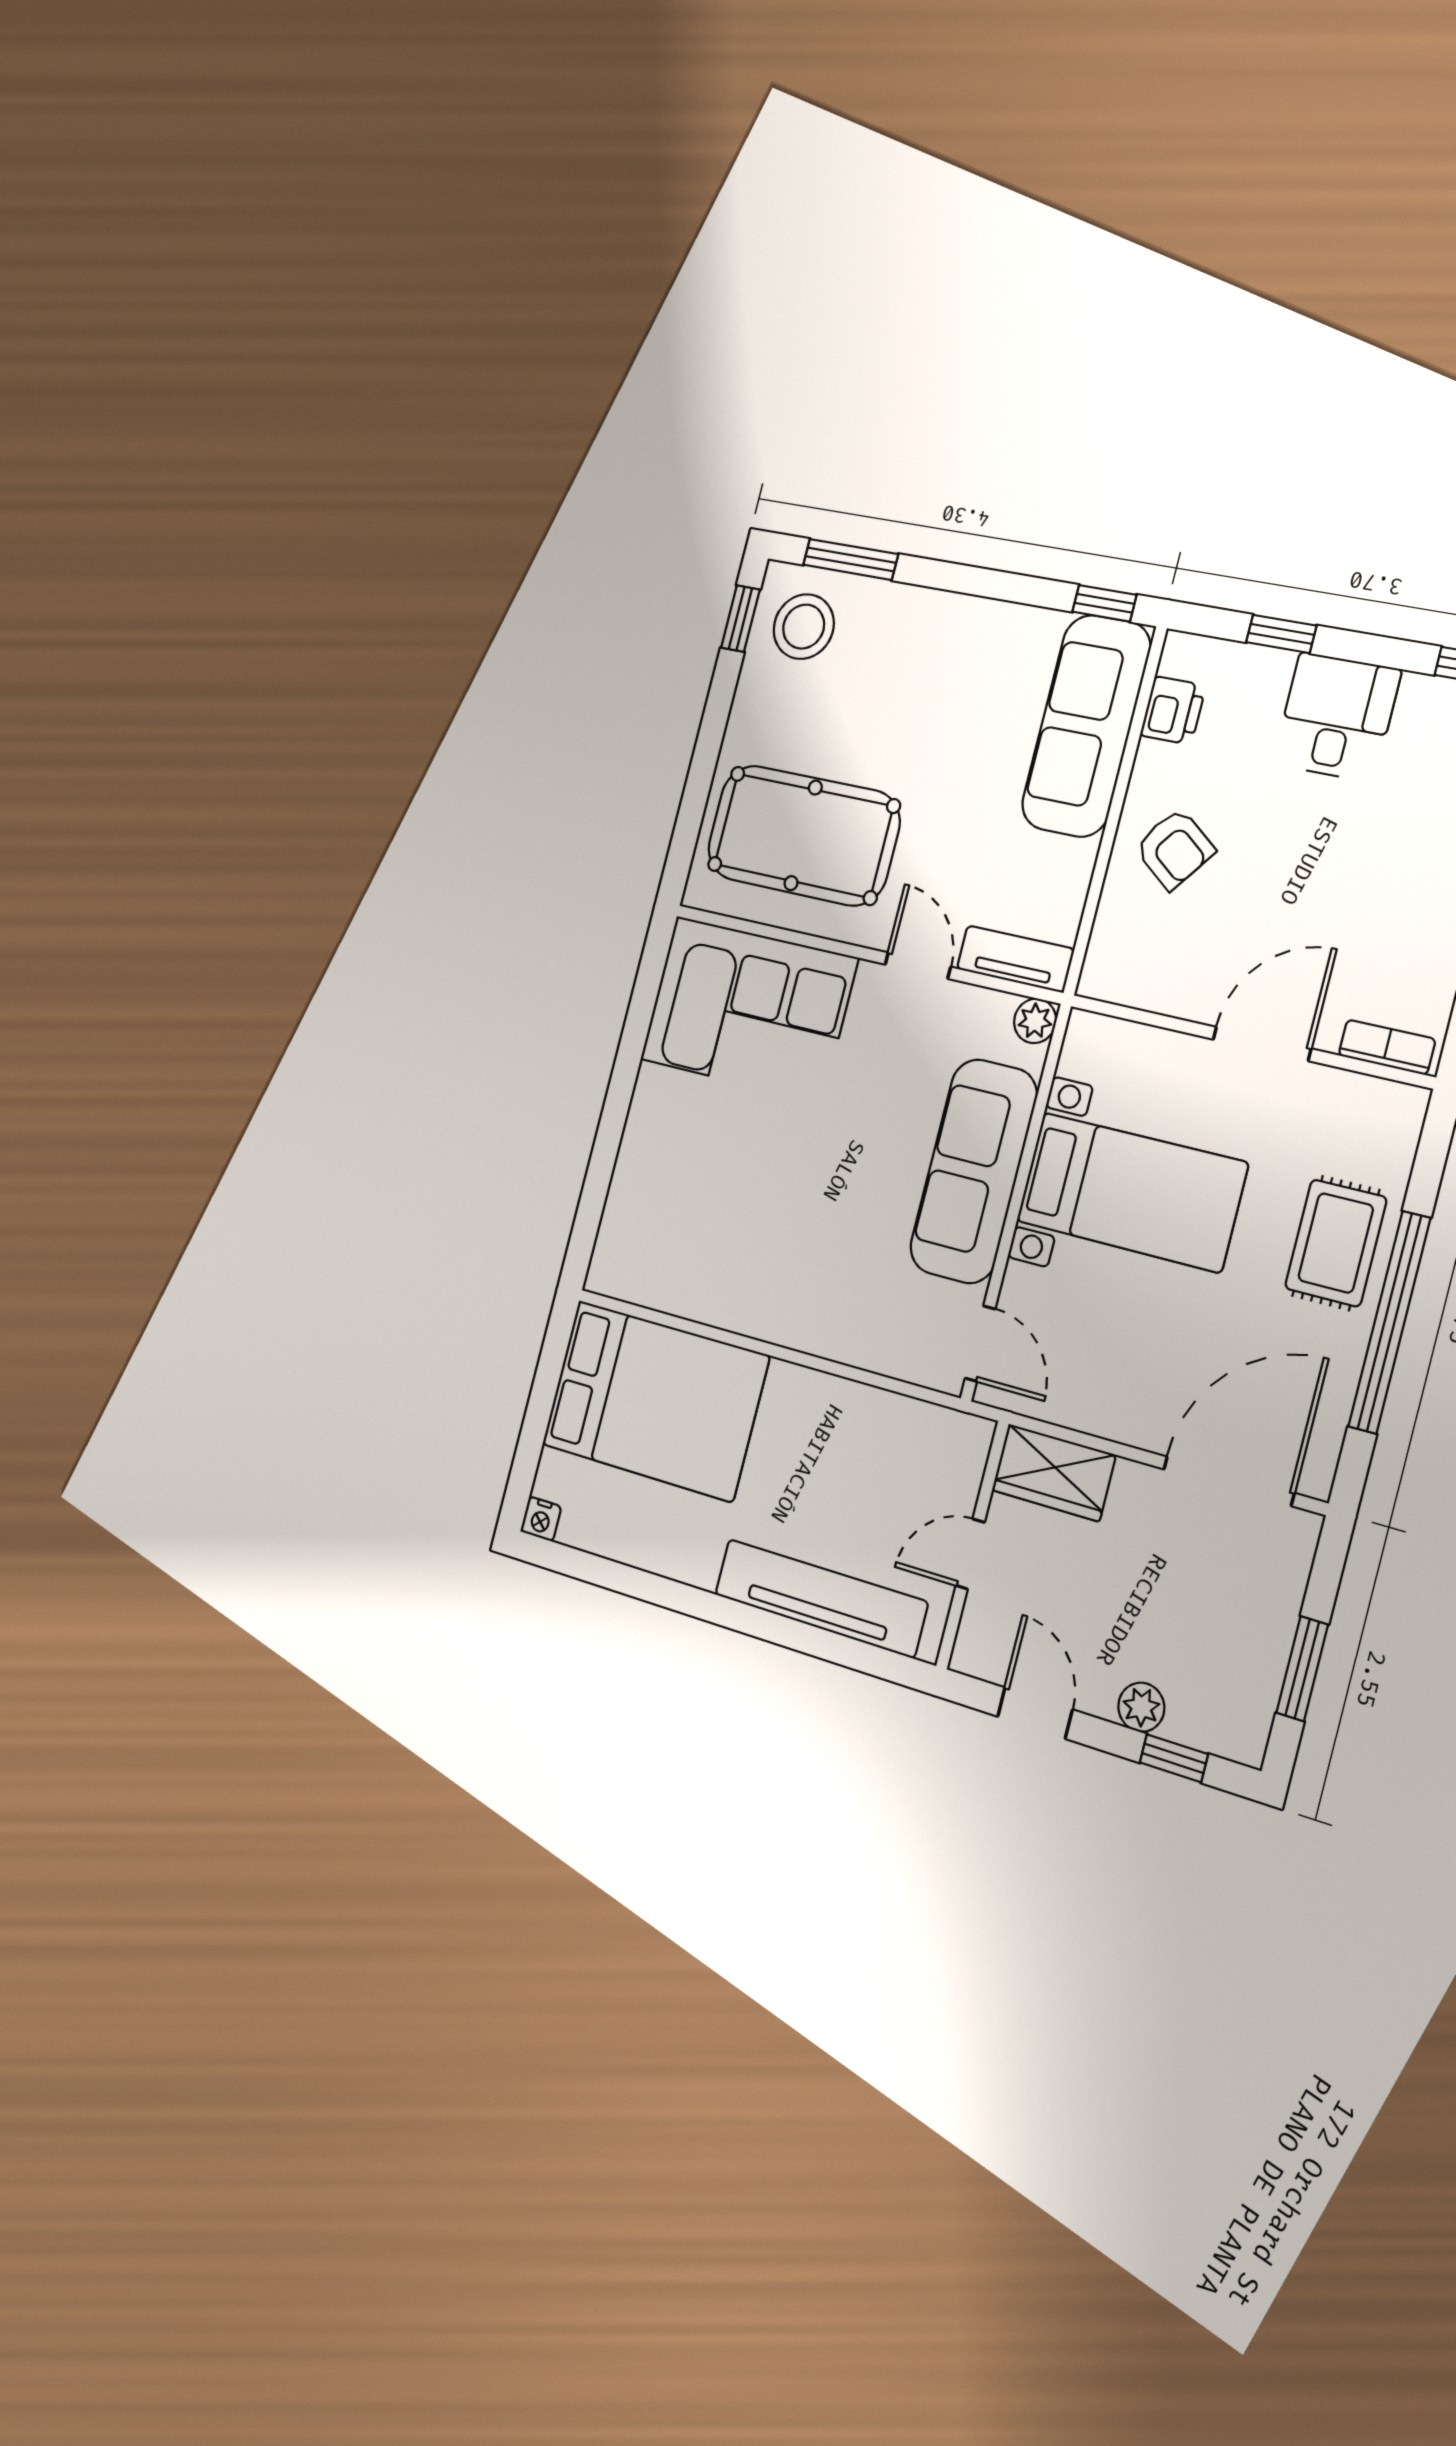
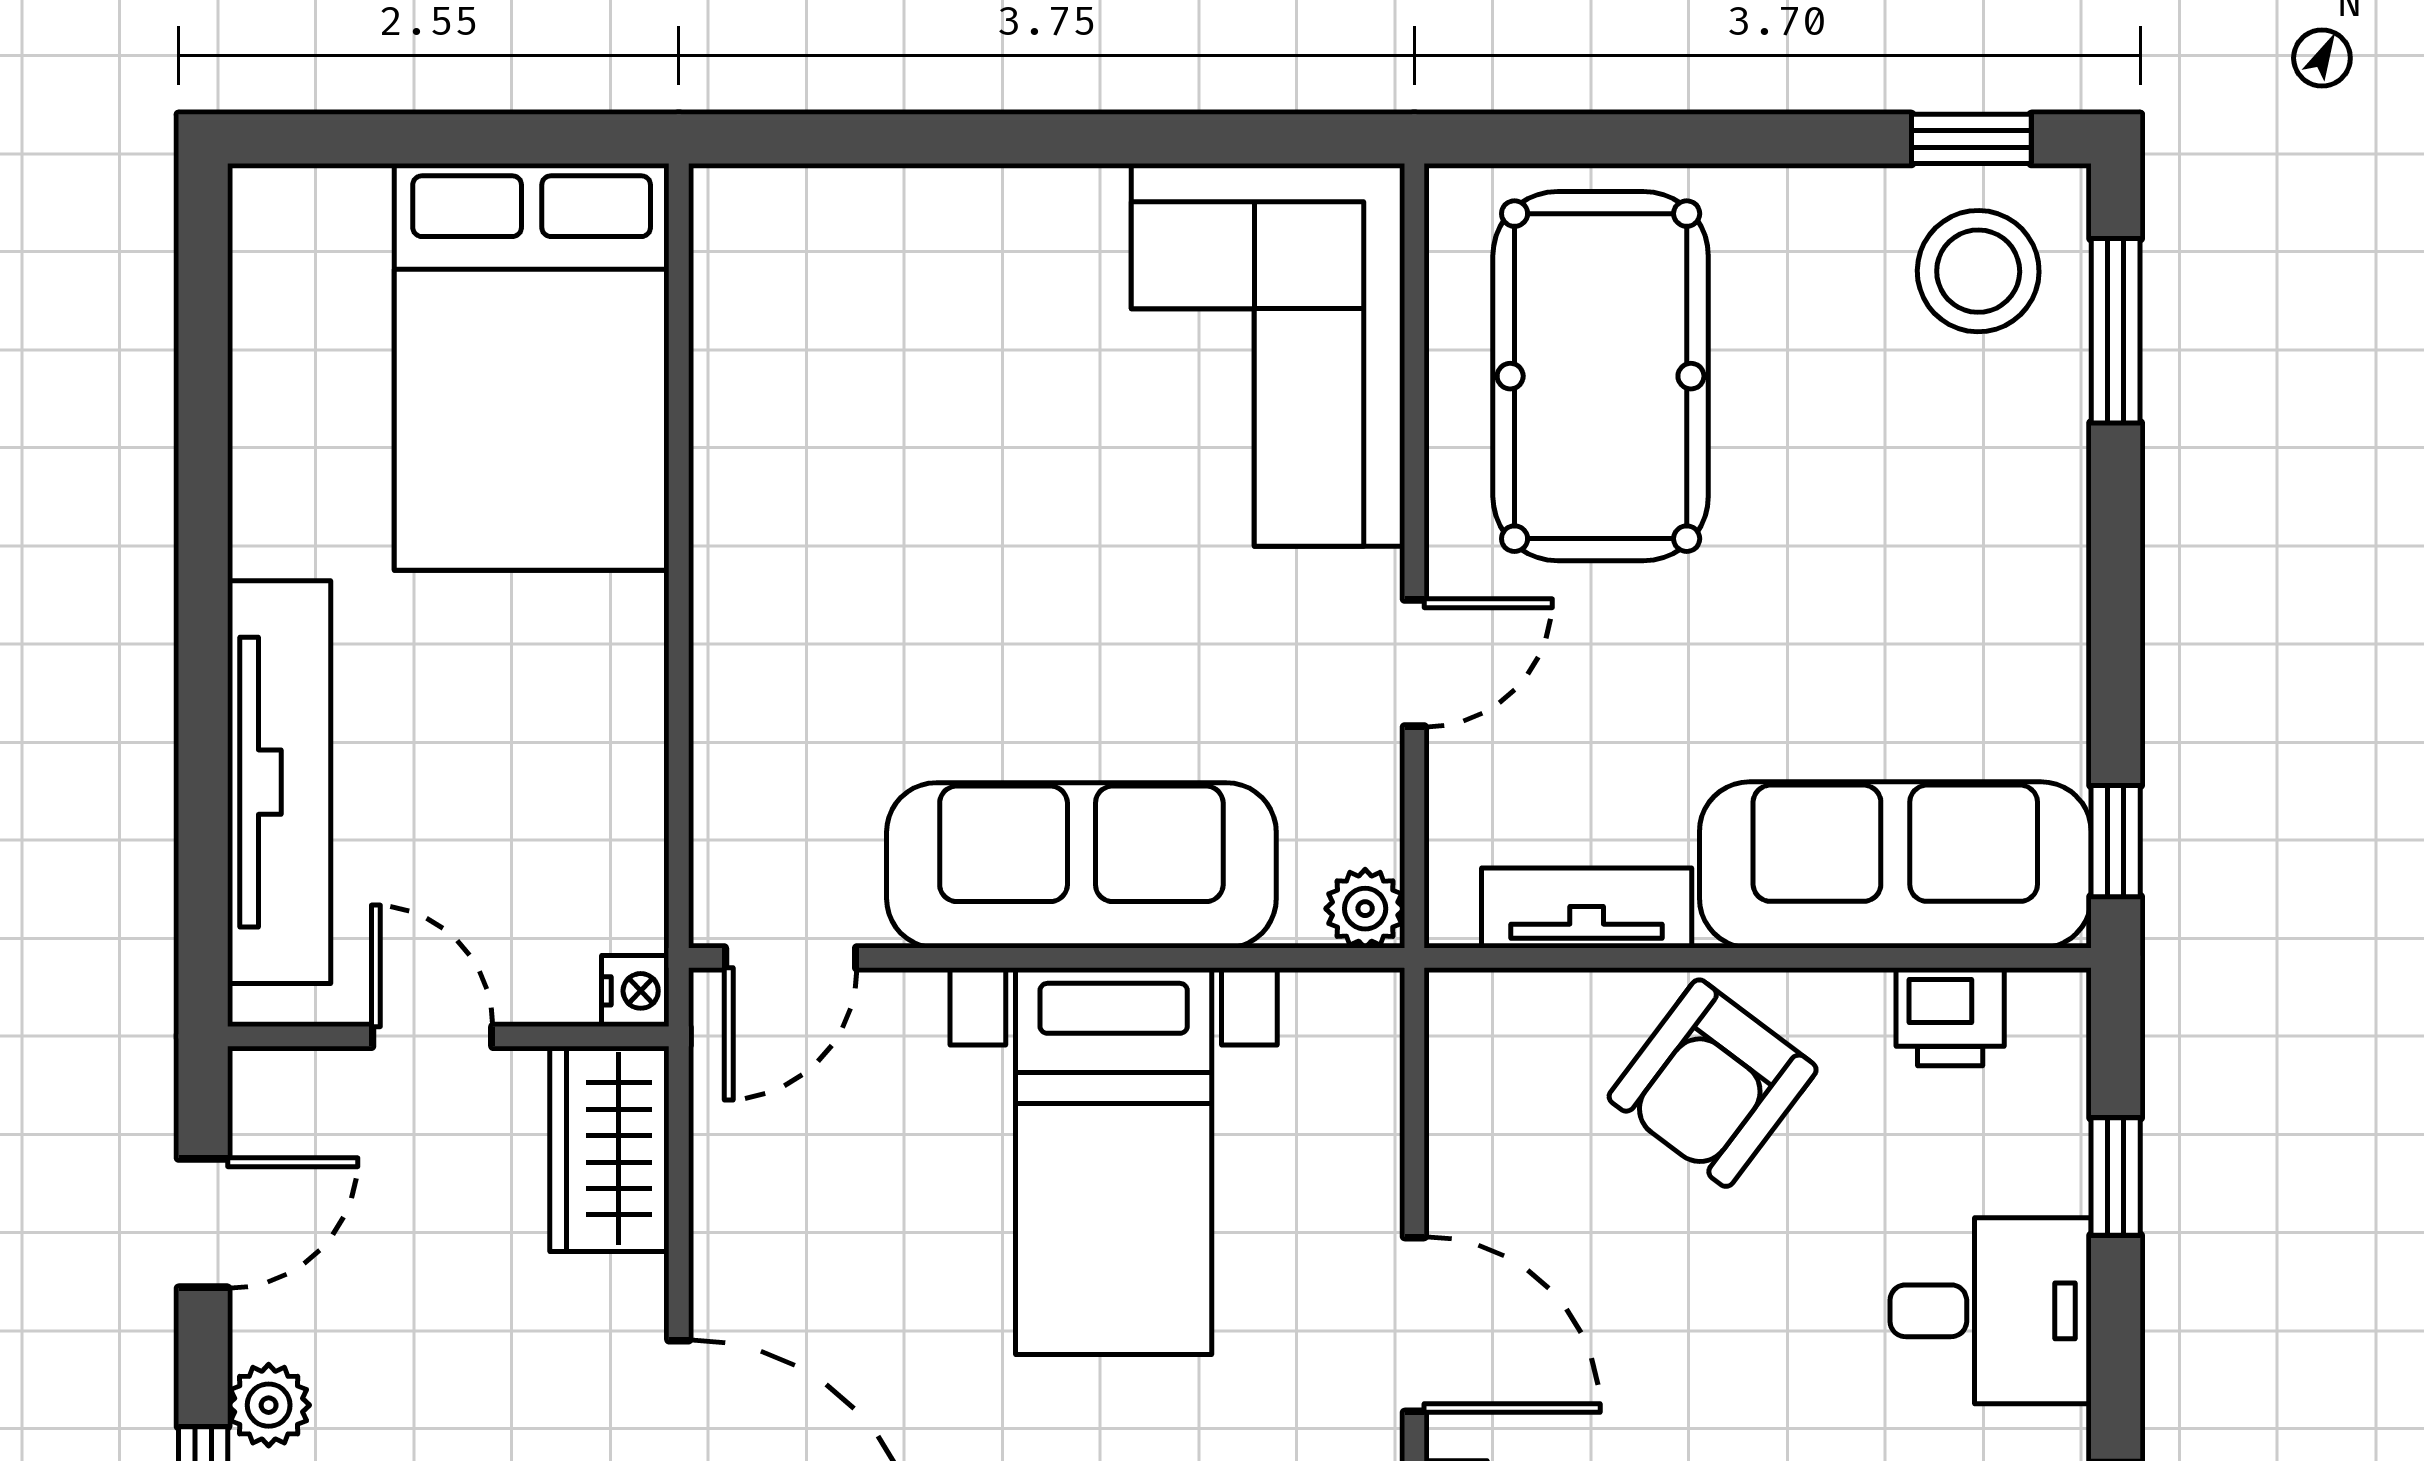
armchair: (1175, 849) -> (1713, 1083), width x1.38, depth x1.38
tv unit: (1015, 959) -> (1587, 908), moved, turned -90
nightstand: (541, 1519) -> (635, 991), moved, turned 180

